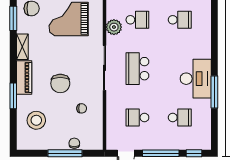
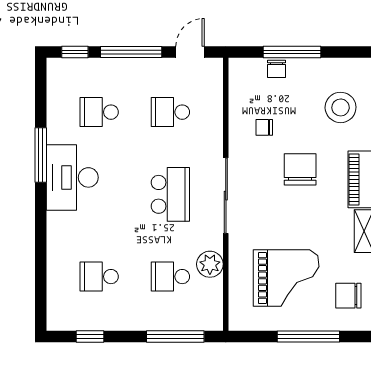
school desk: (137, 118) -> (170, 112), turned 180

